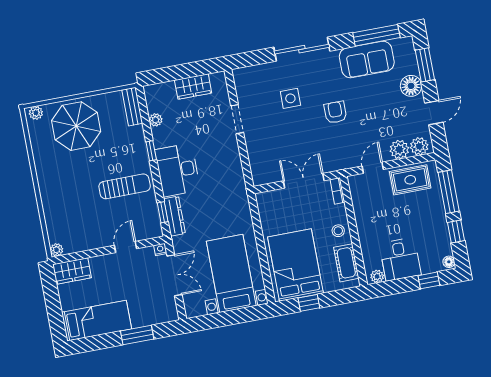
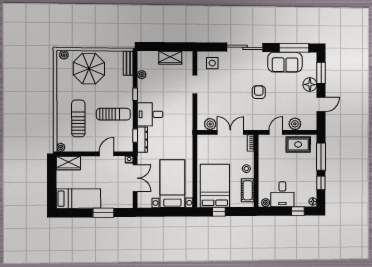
side table: (290, 98) -> (212, 63), moved
plant: (419, 146) -> (210, 124), moved
desk: (178, 170) -> (150, 114), width x0.73
sun lounger: (74, 202) -> (78, 118), added

